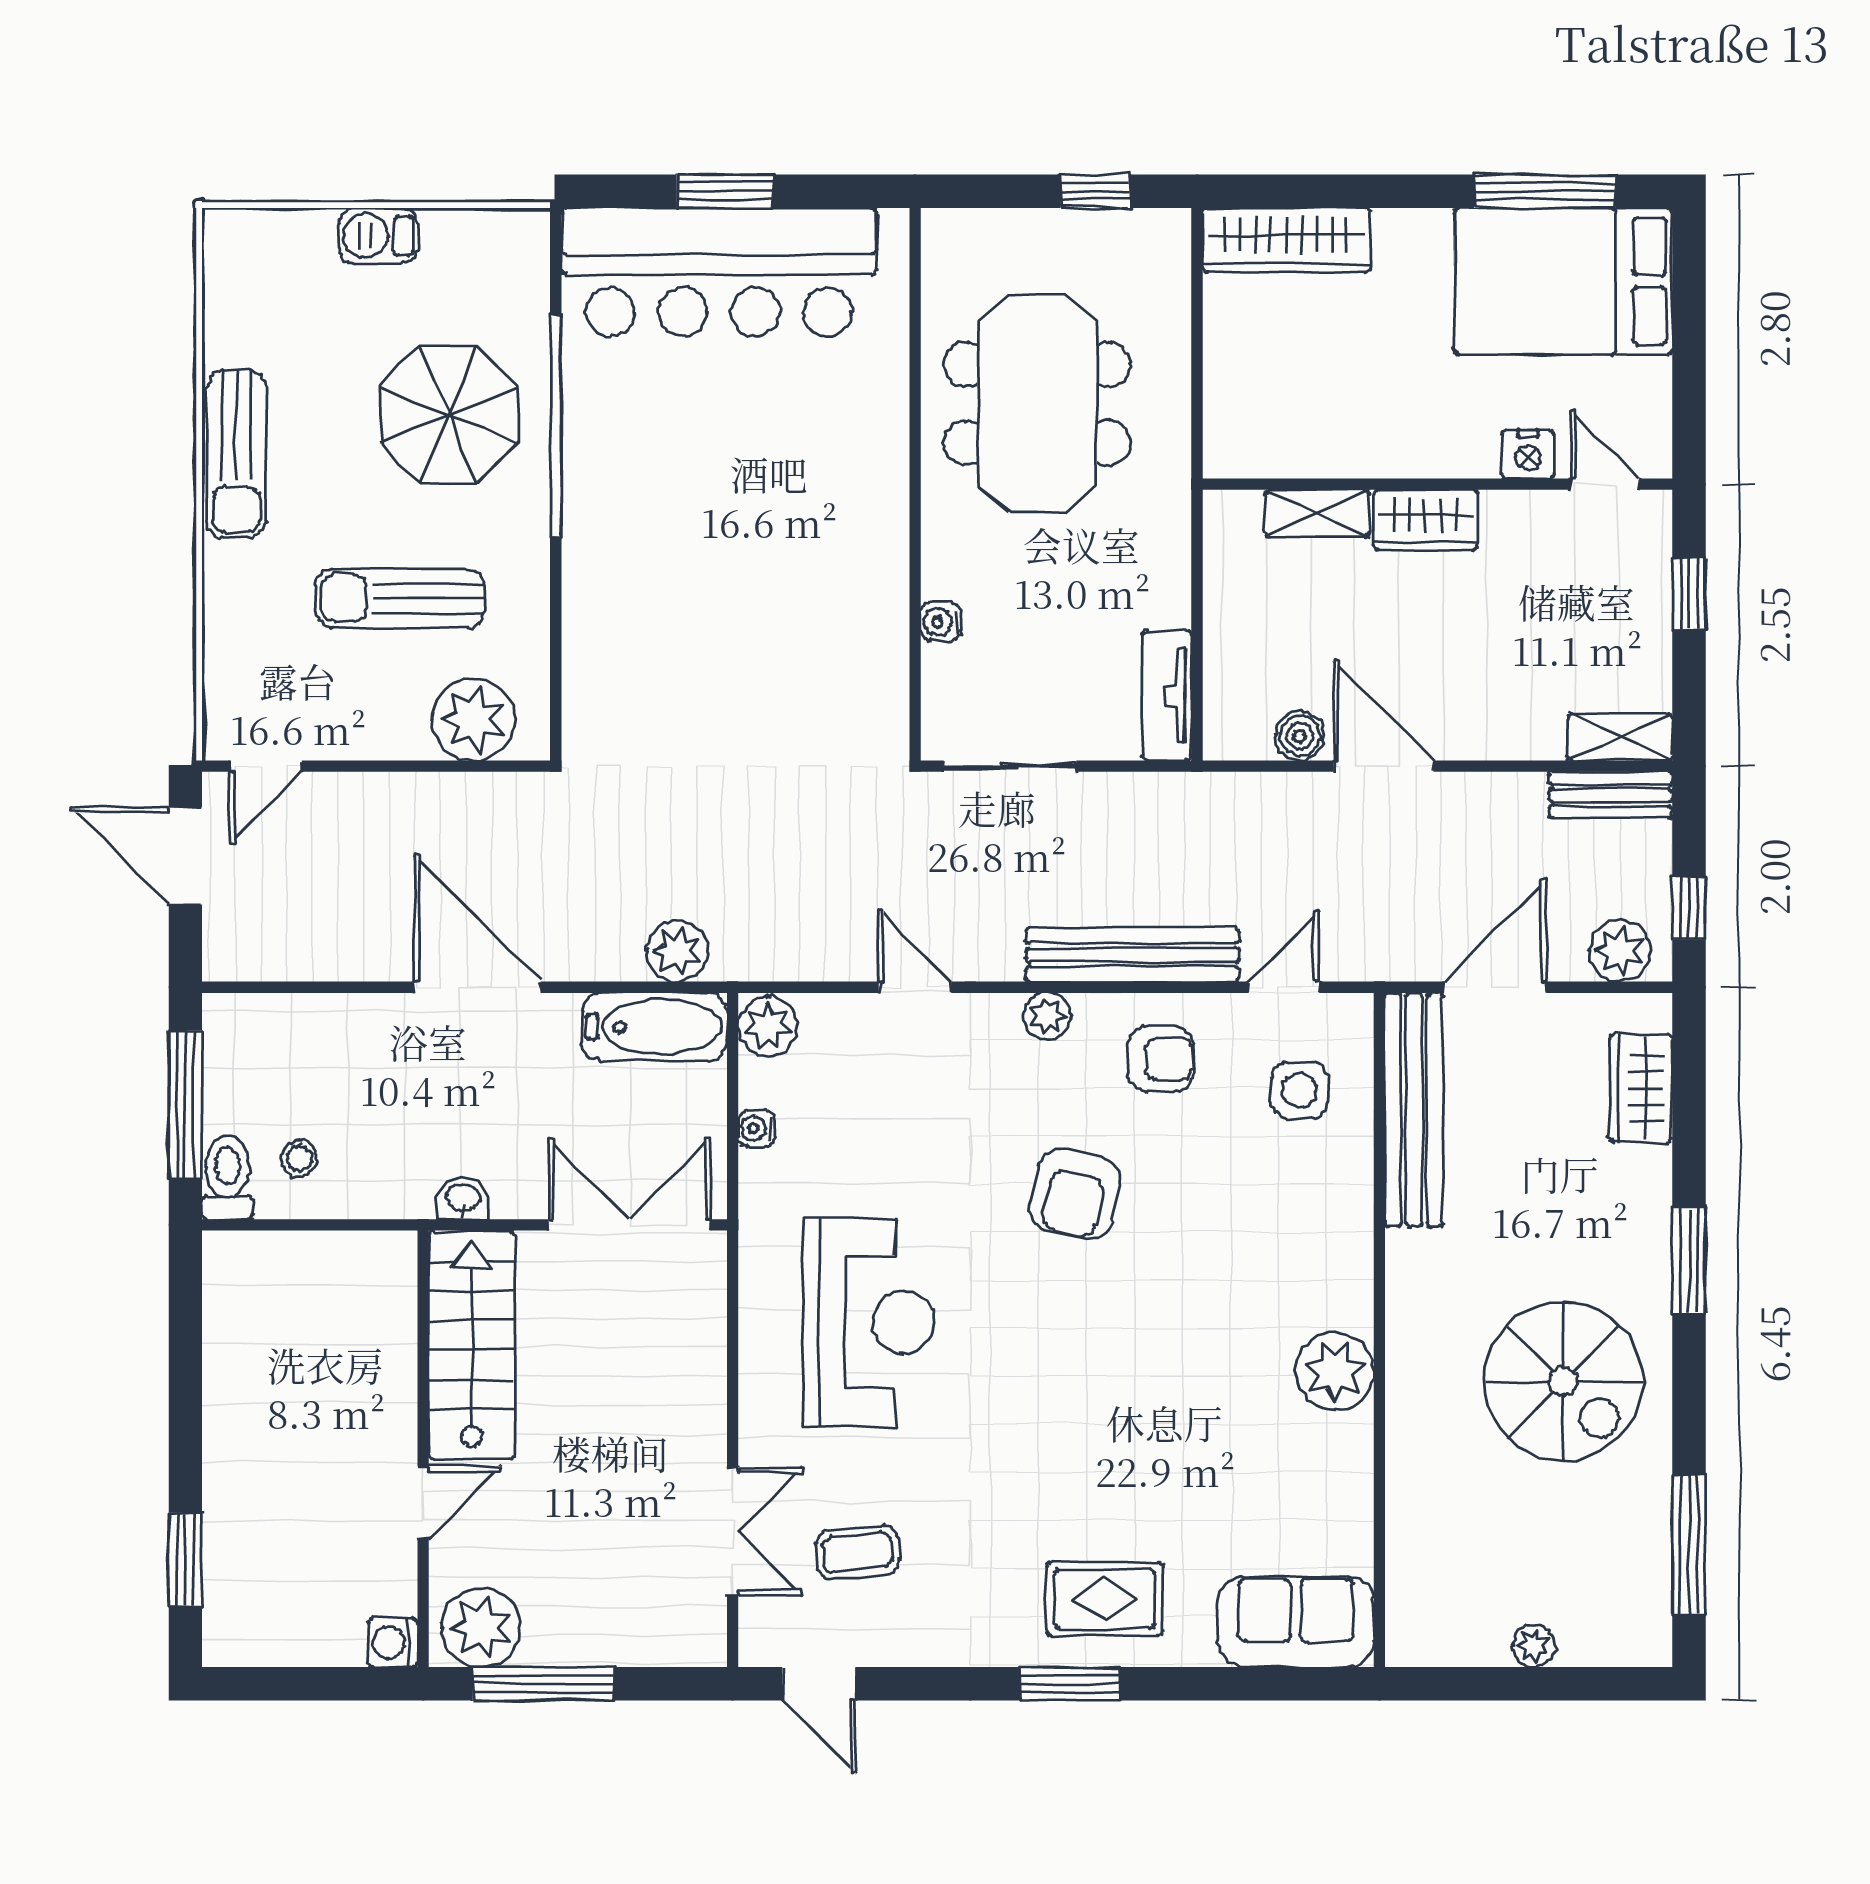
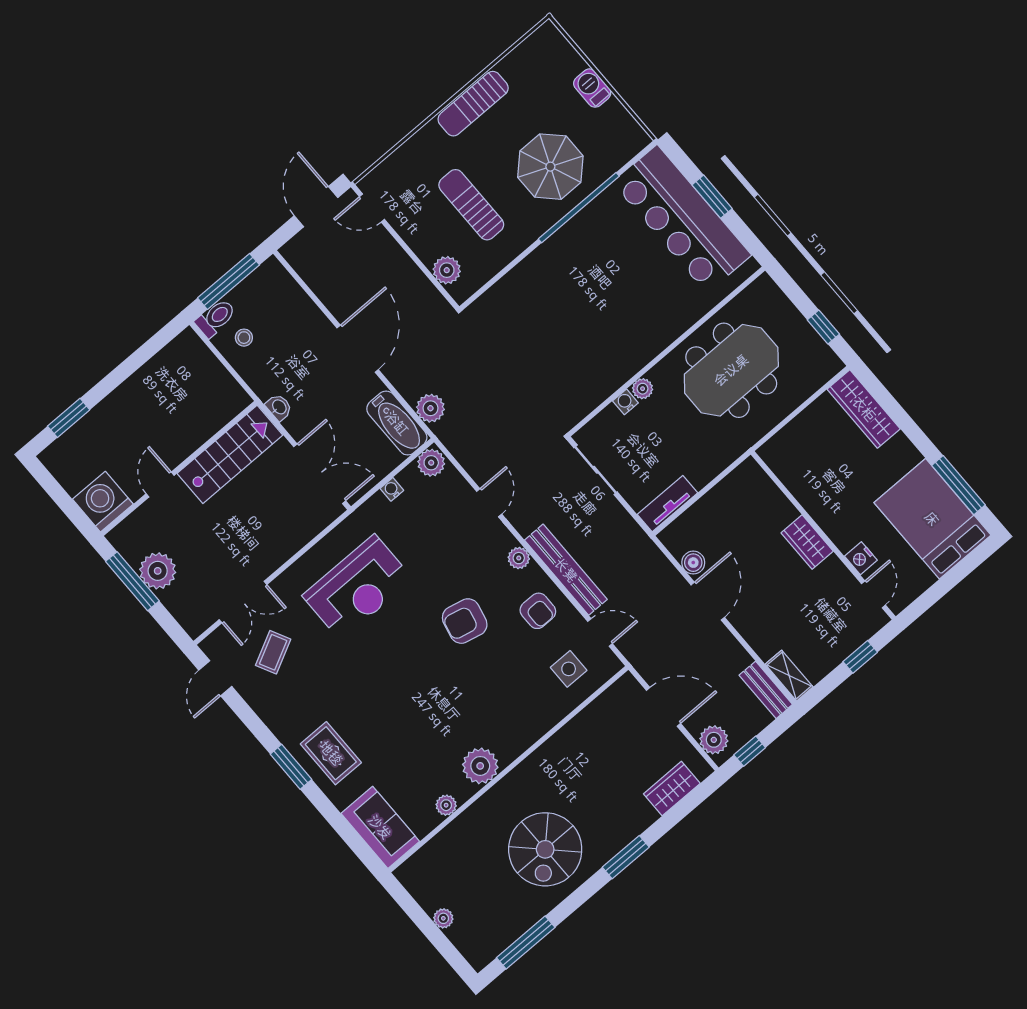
shelving: (1317, 513) -> (777, 502), removed
plant: (943, 575) -> (643, 389), added
plant: (473, 720) -> (447, 270), width x0.73, depth x0.73
bench: (1414, 1110) -> (596, 715), removed
plant: (1352, 1482) -> (446, 805), added
door: (423, 1502) -> (160, 484), swing flipped
coffee table: (857, 1552) -> (273, 652), turned 69
plant: (481, 1628) -> (158, 571), moved
washing machine: (393, 1642) -> (103, 502), width x1.89, depth x1.89

